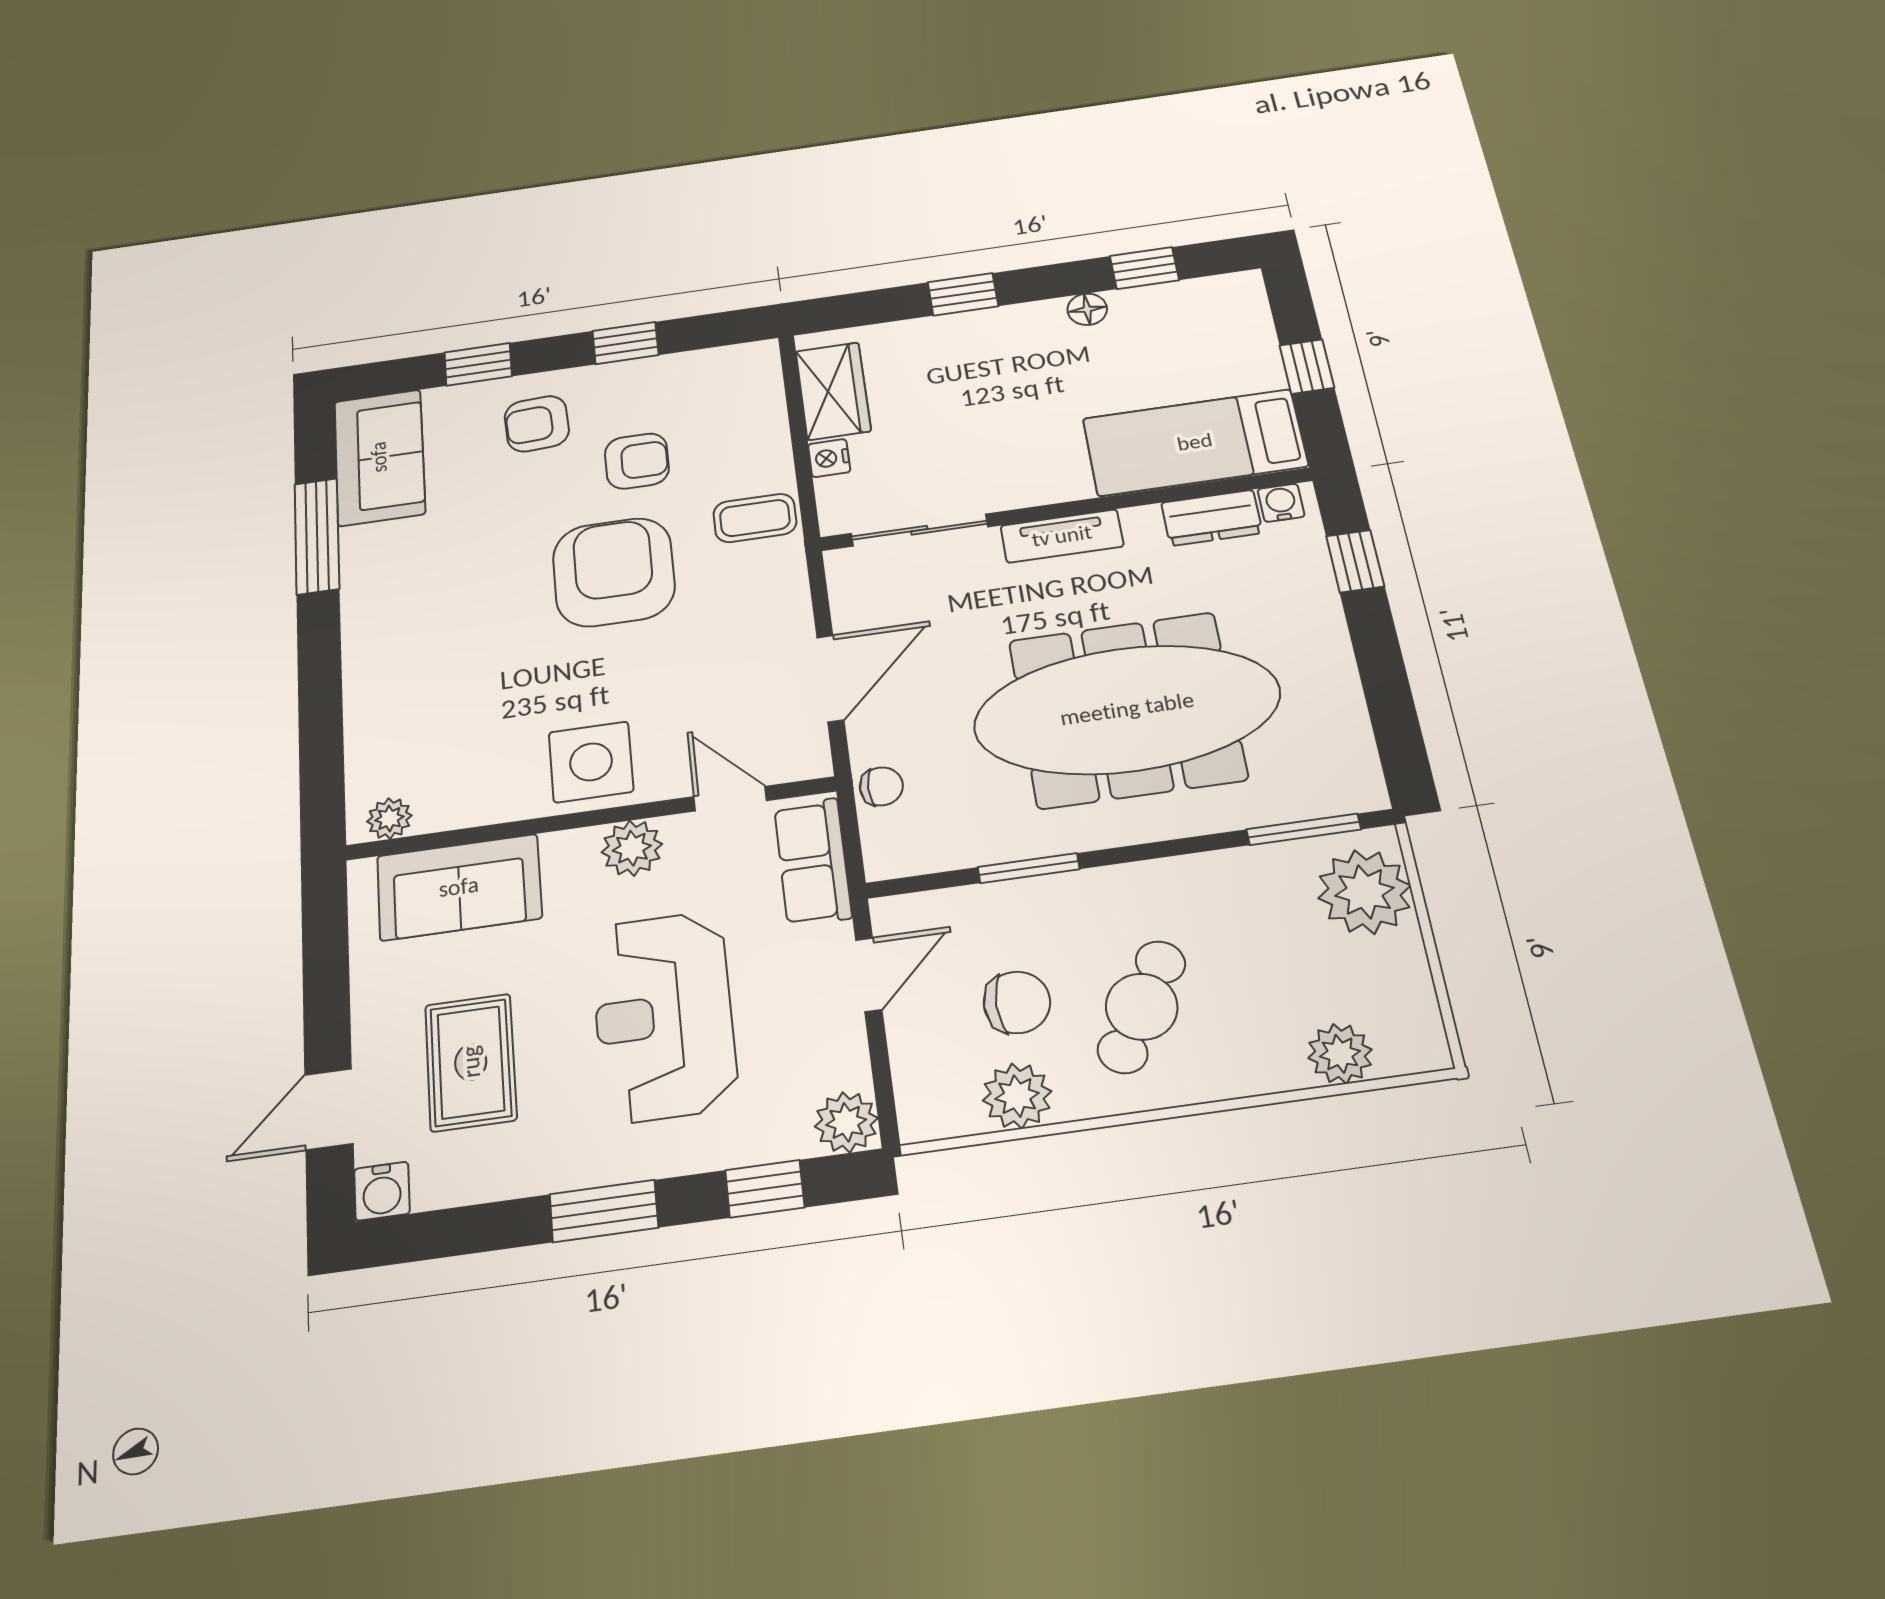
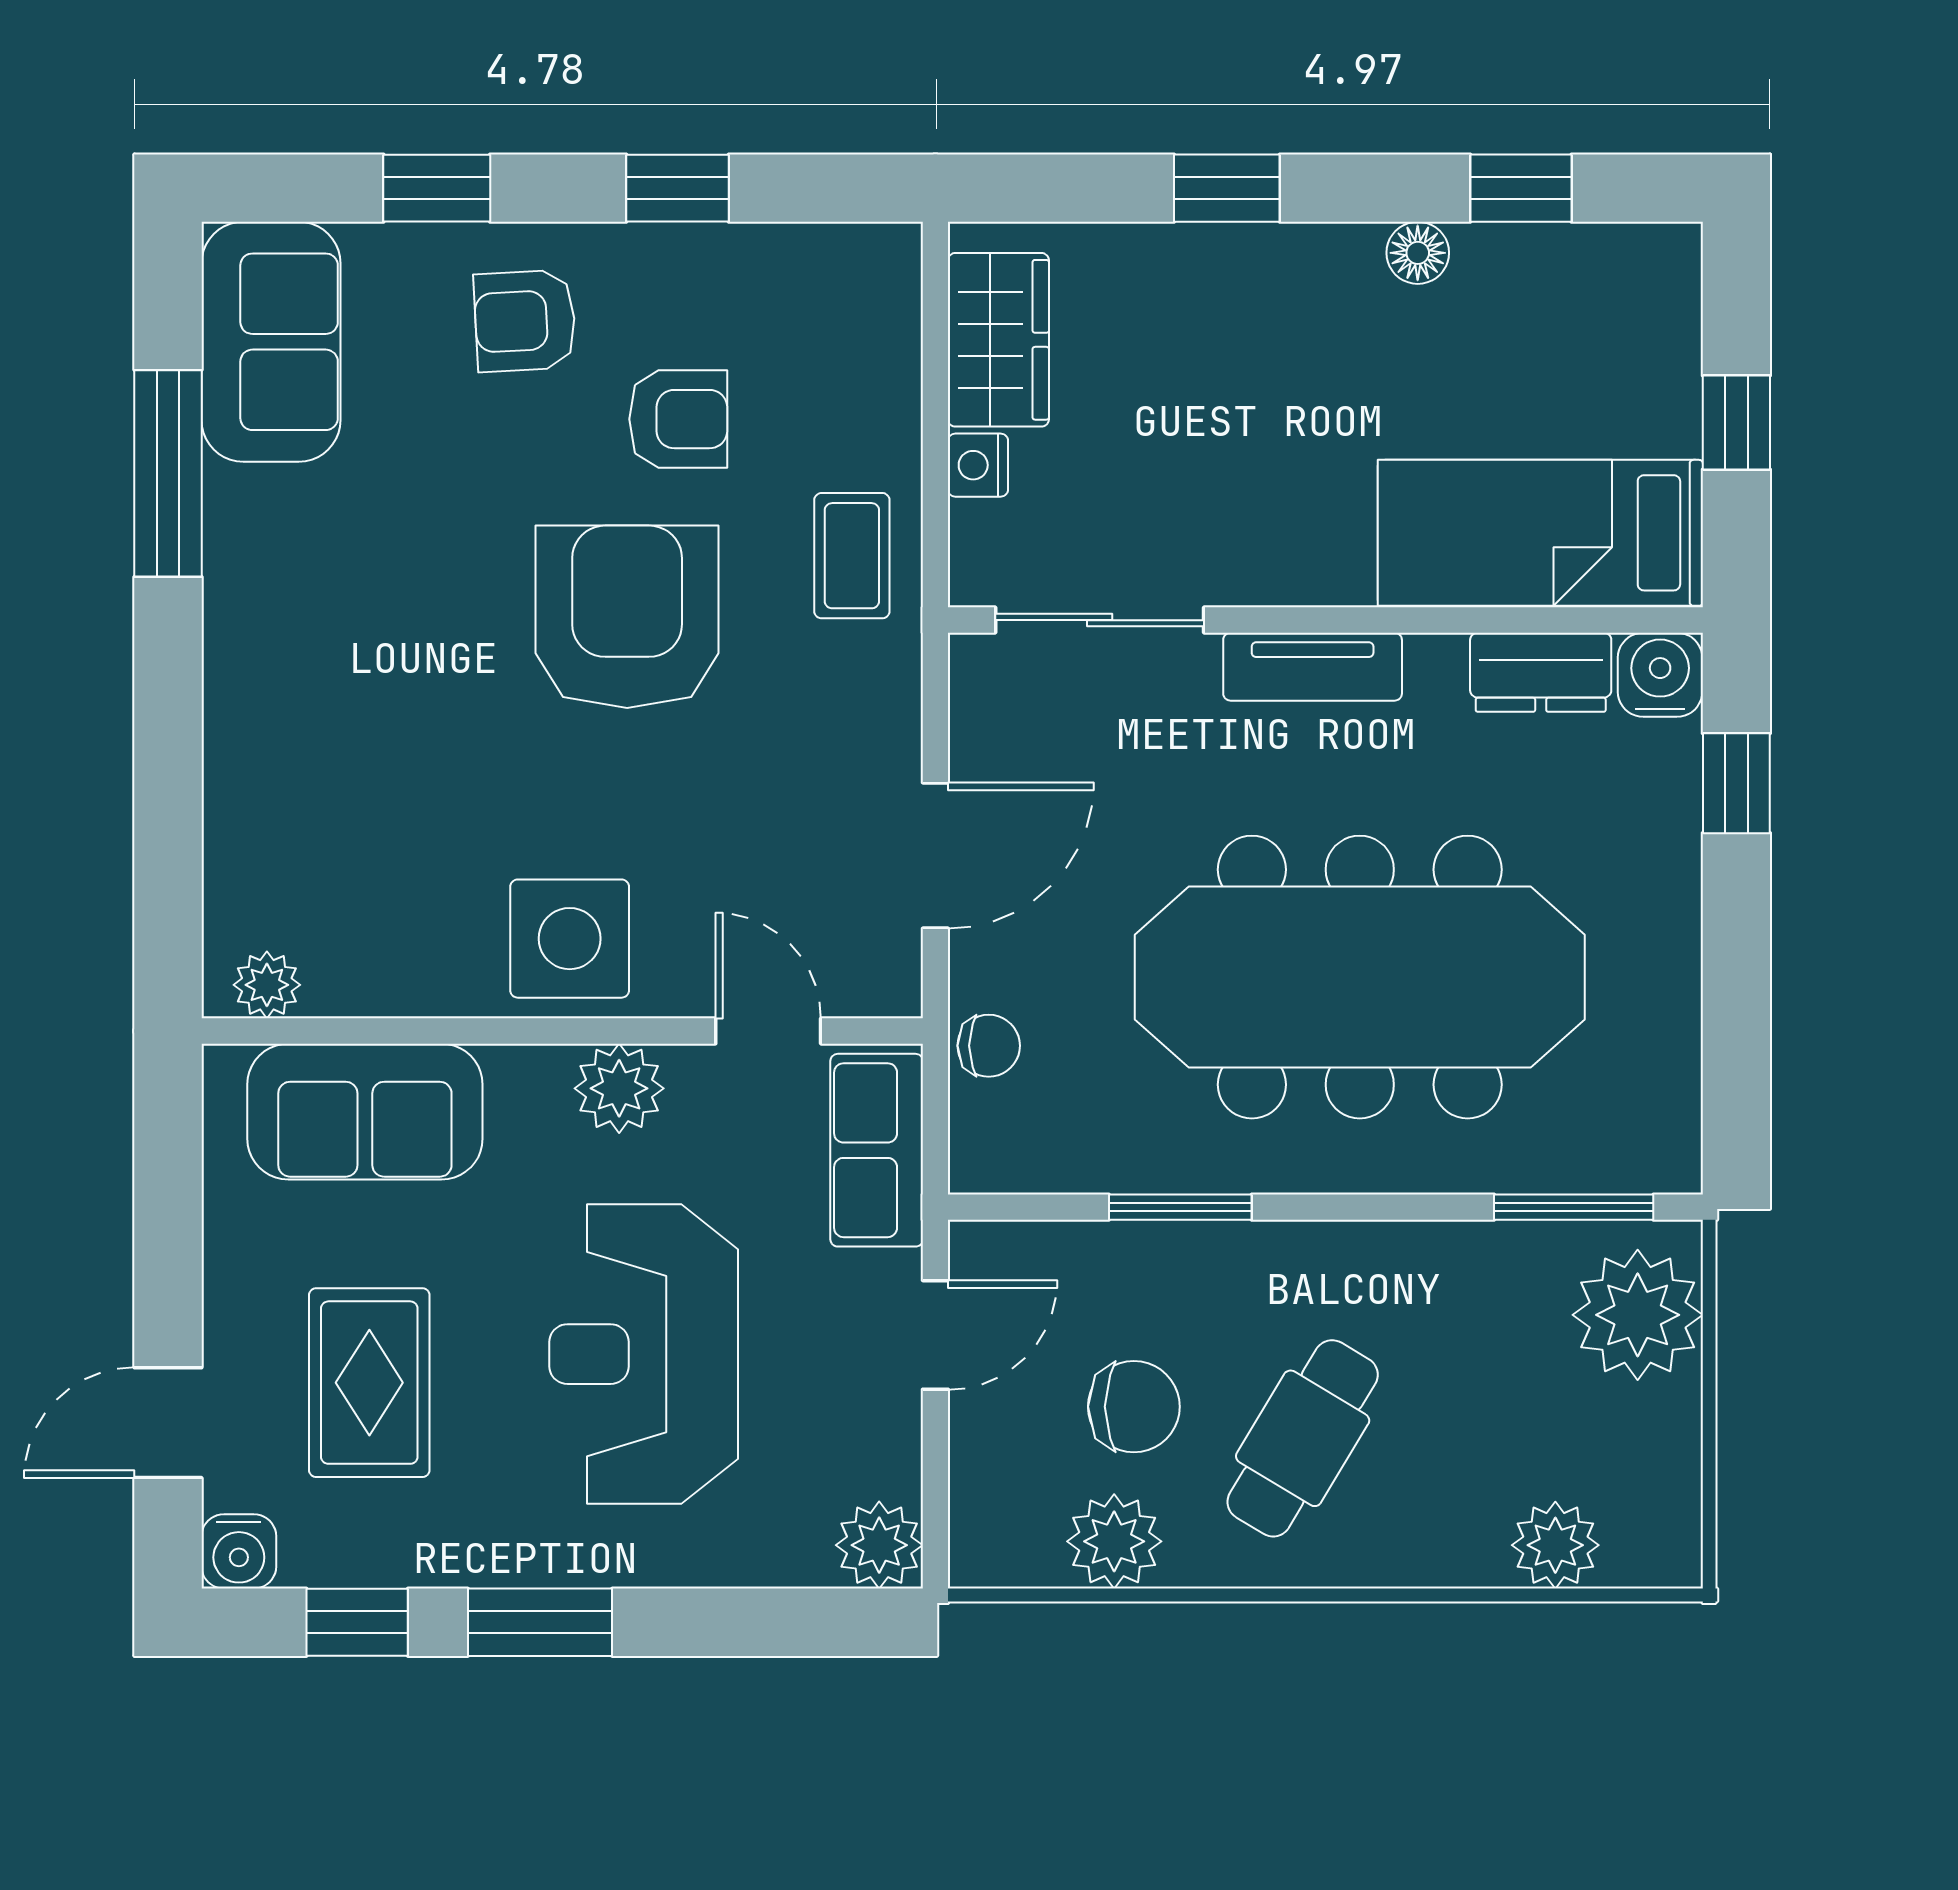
water cooler: (1281, 503) -> (1660, 675), width x1.38, depth x1.38
coffee table: (755, 518) -> (852, 556), turned 90
window: (765, 1189) -> (357, 1622), moved

